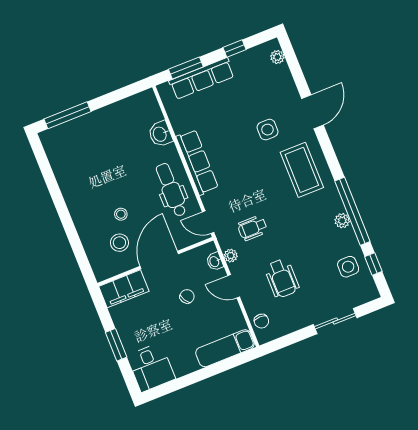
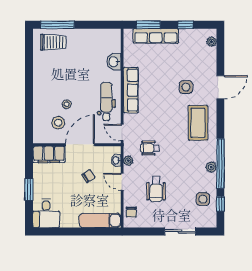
trolley: (71, 140) -> (53, 42), added

